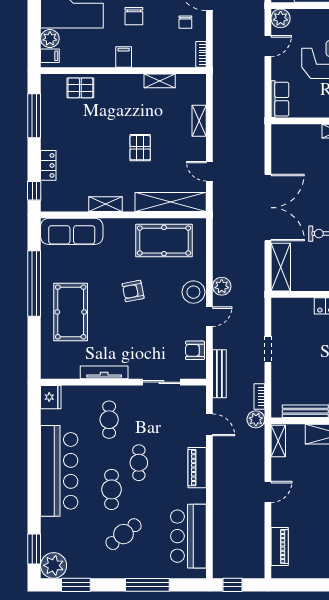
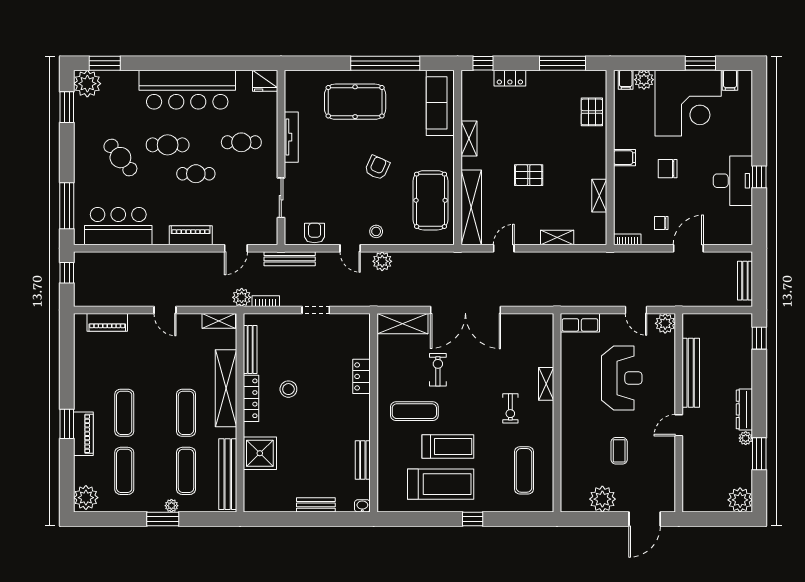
armchair: (133, 291) -> (377, 168), turned 35
stool: (193, 292) -> (376, 231), width x0.53, depth x0.53
window: (147, 585) -> (67, 206), moved

